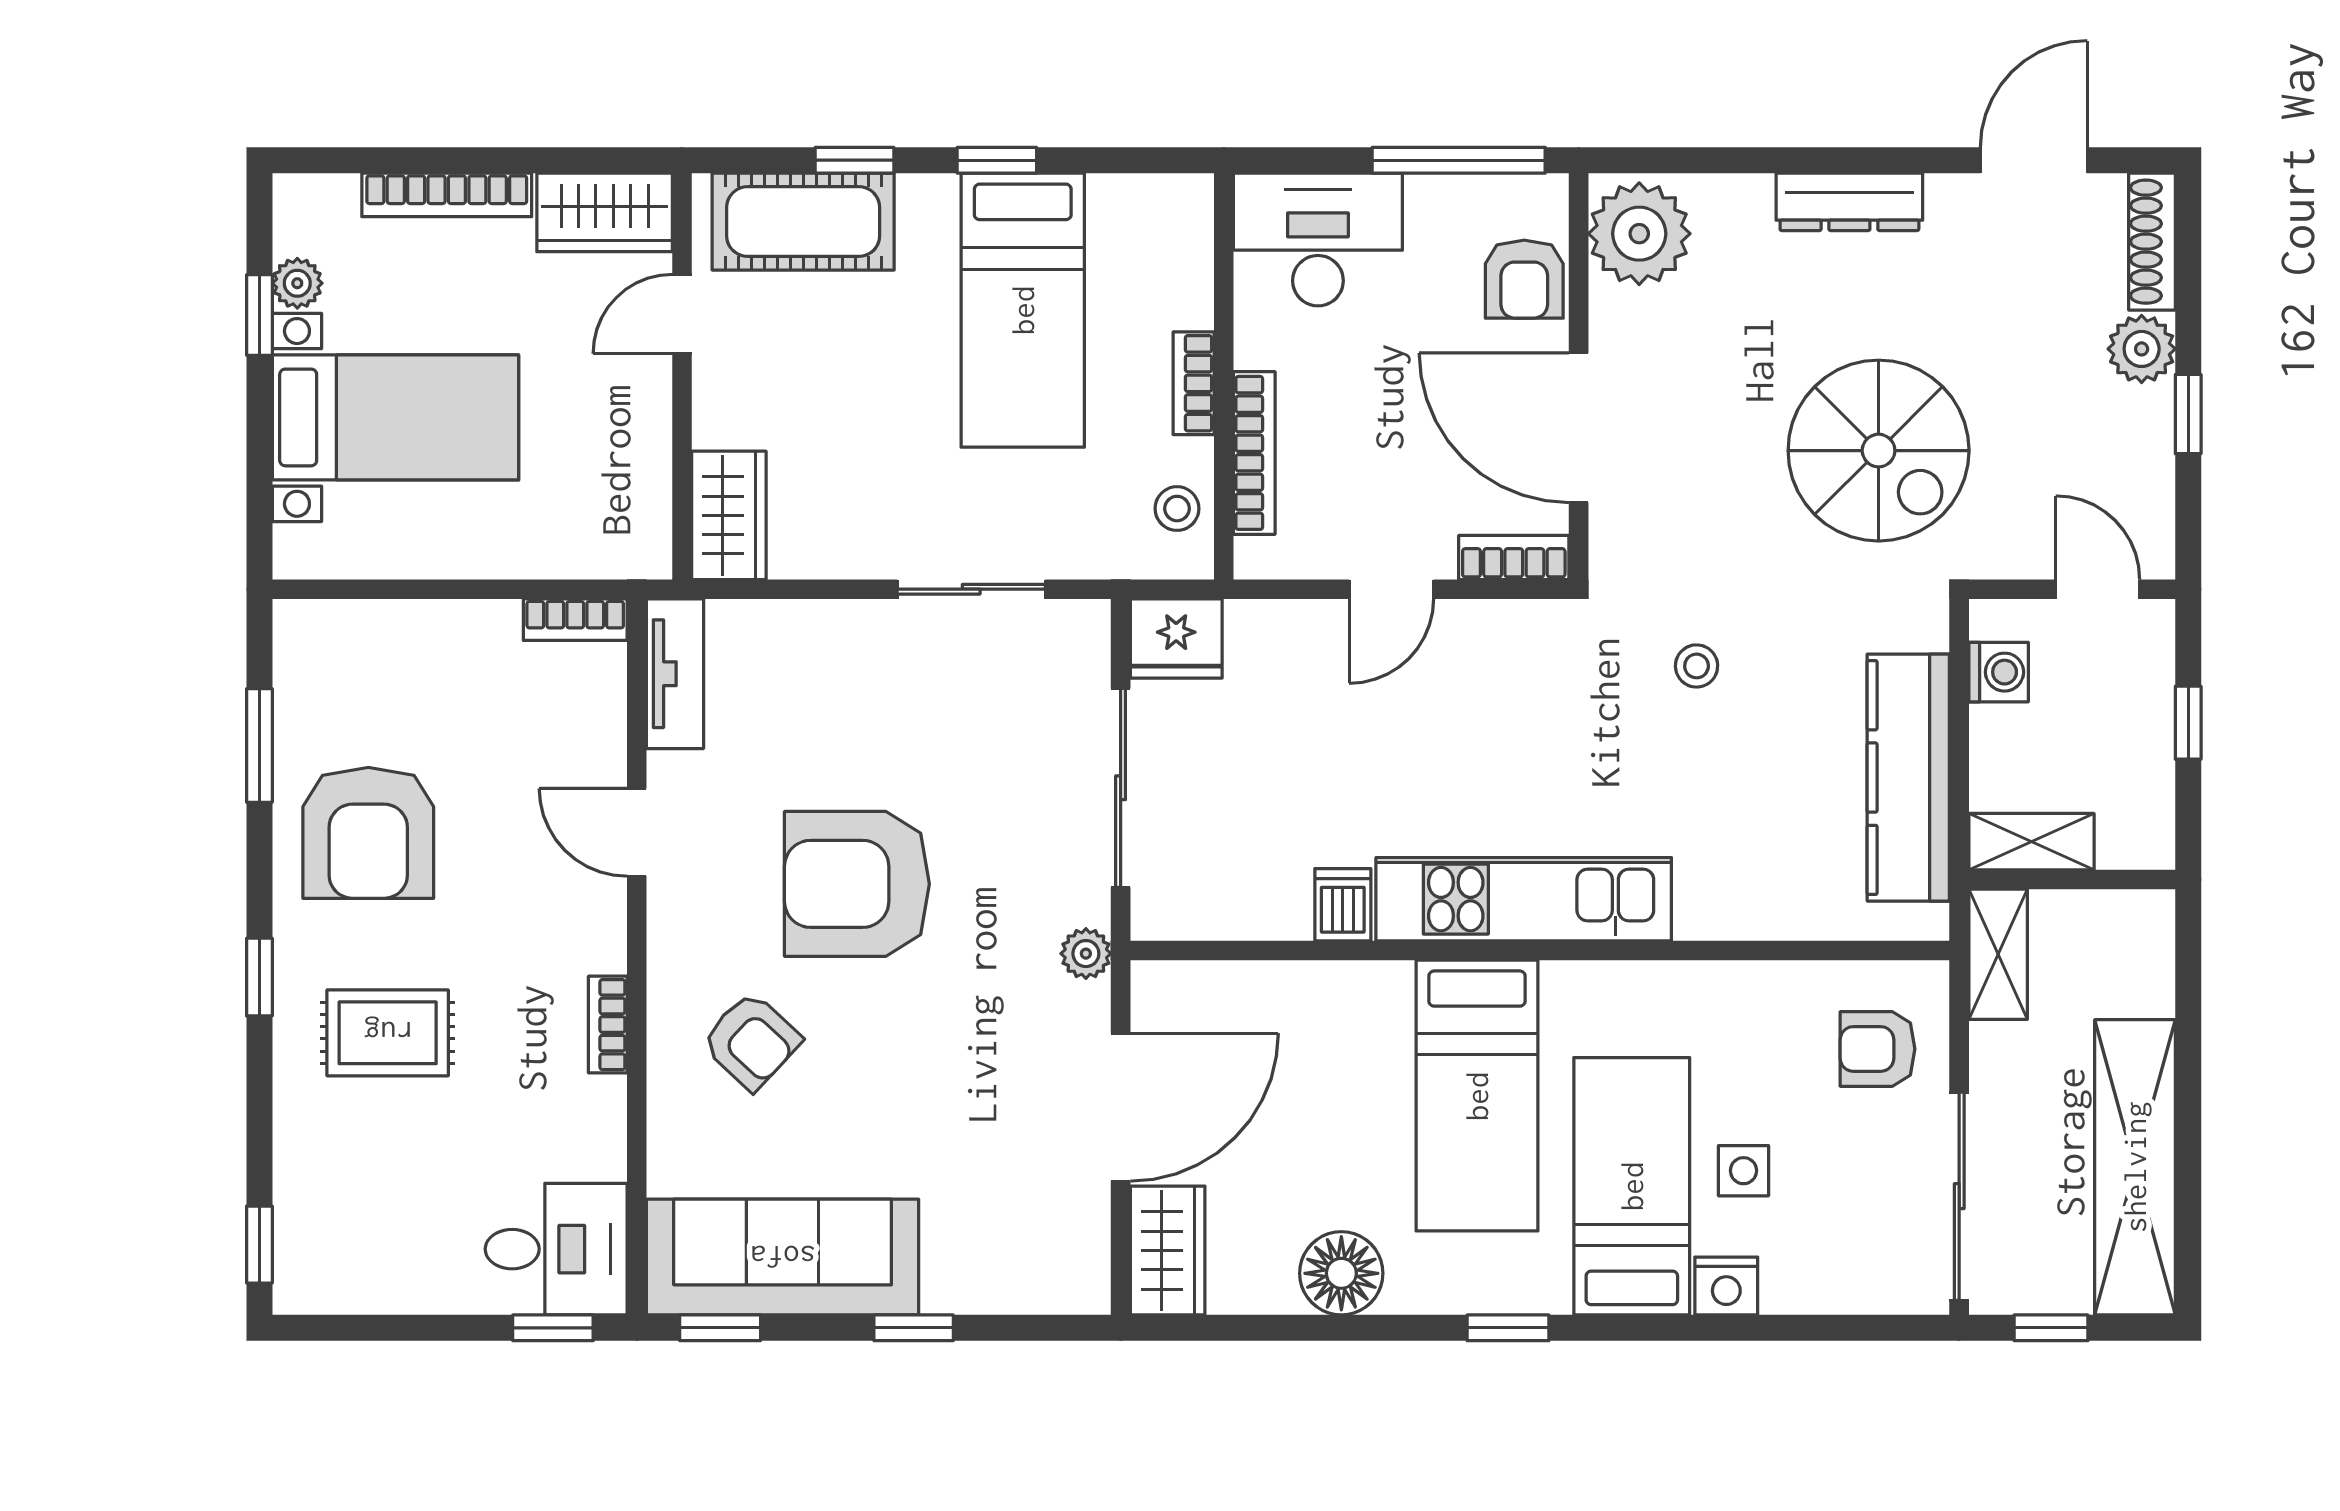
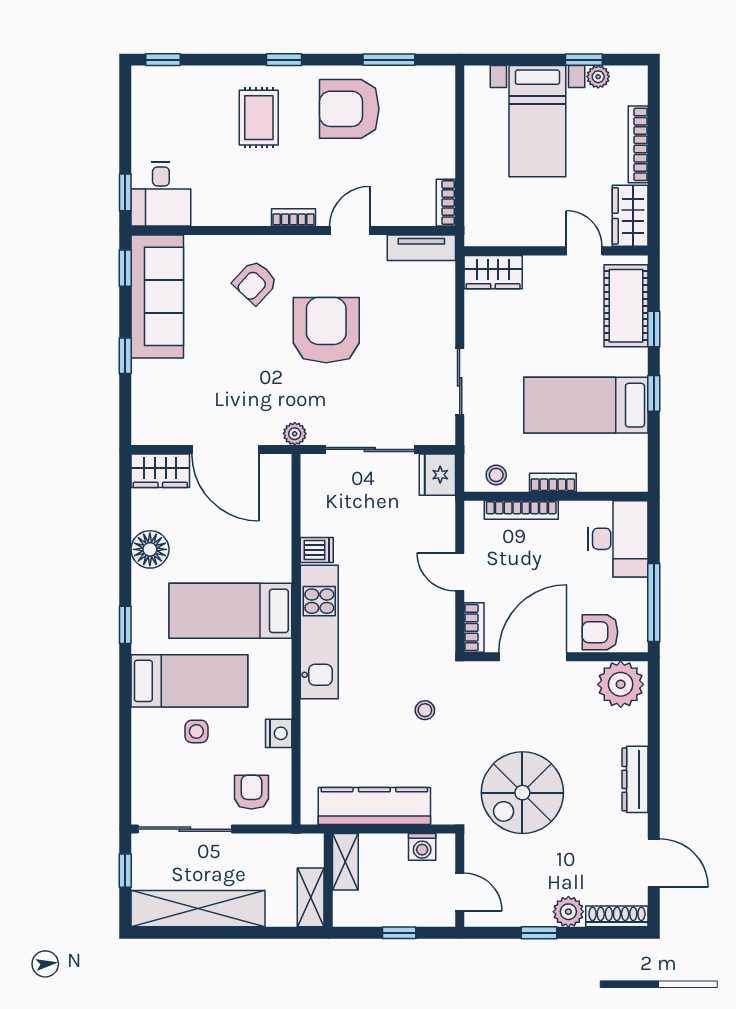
door: (2098, 589) -> (460, 892), hinge flipped
shelving: (1998, 954) -> (311, 897), moved, turned 90
bookcase: (608, 1025) -> (293, 217), moved
nightstand: (1726, 1286) -> (279, 733), moved, turned 180

